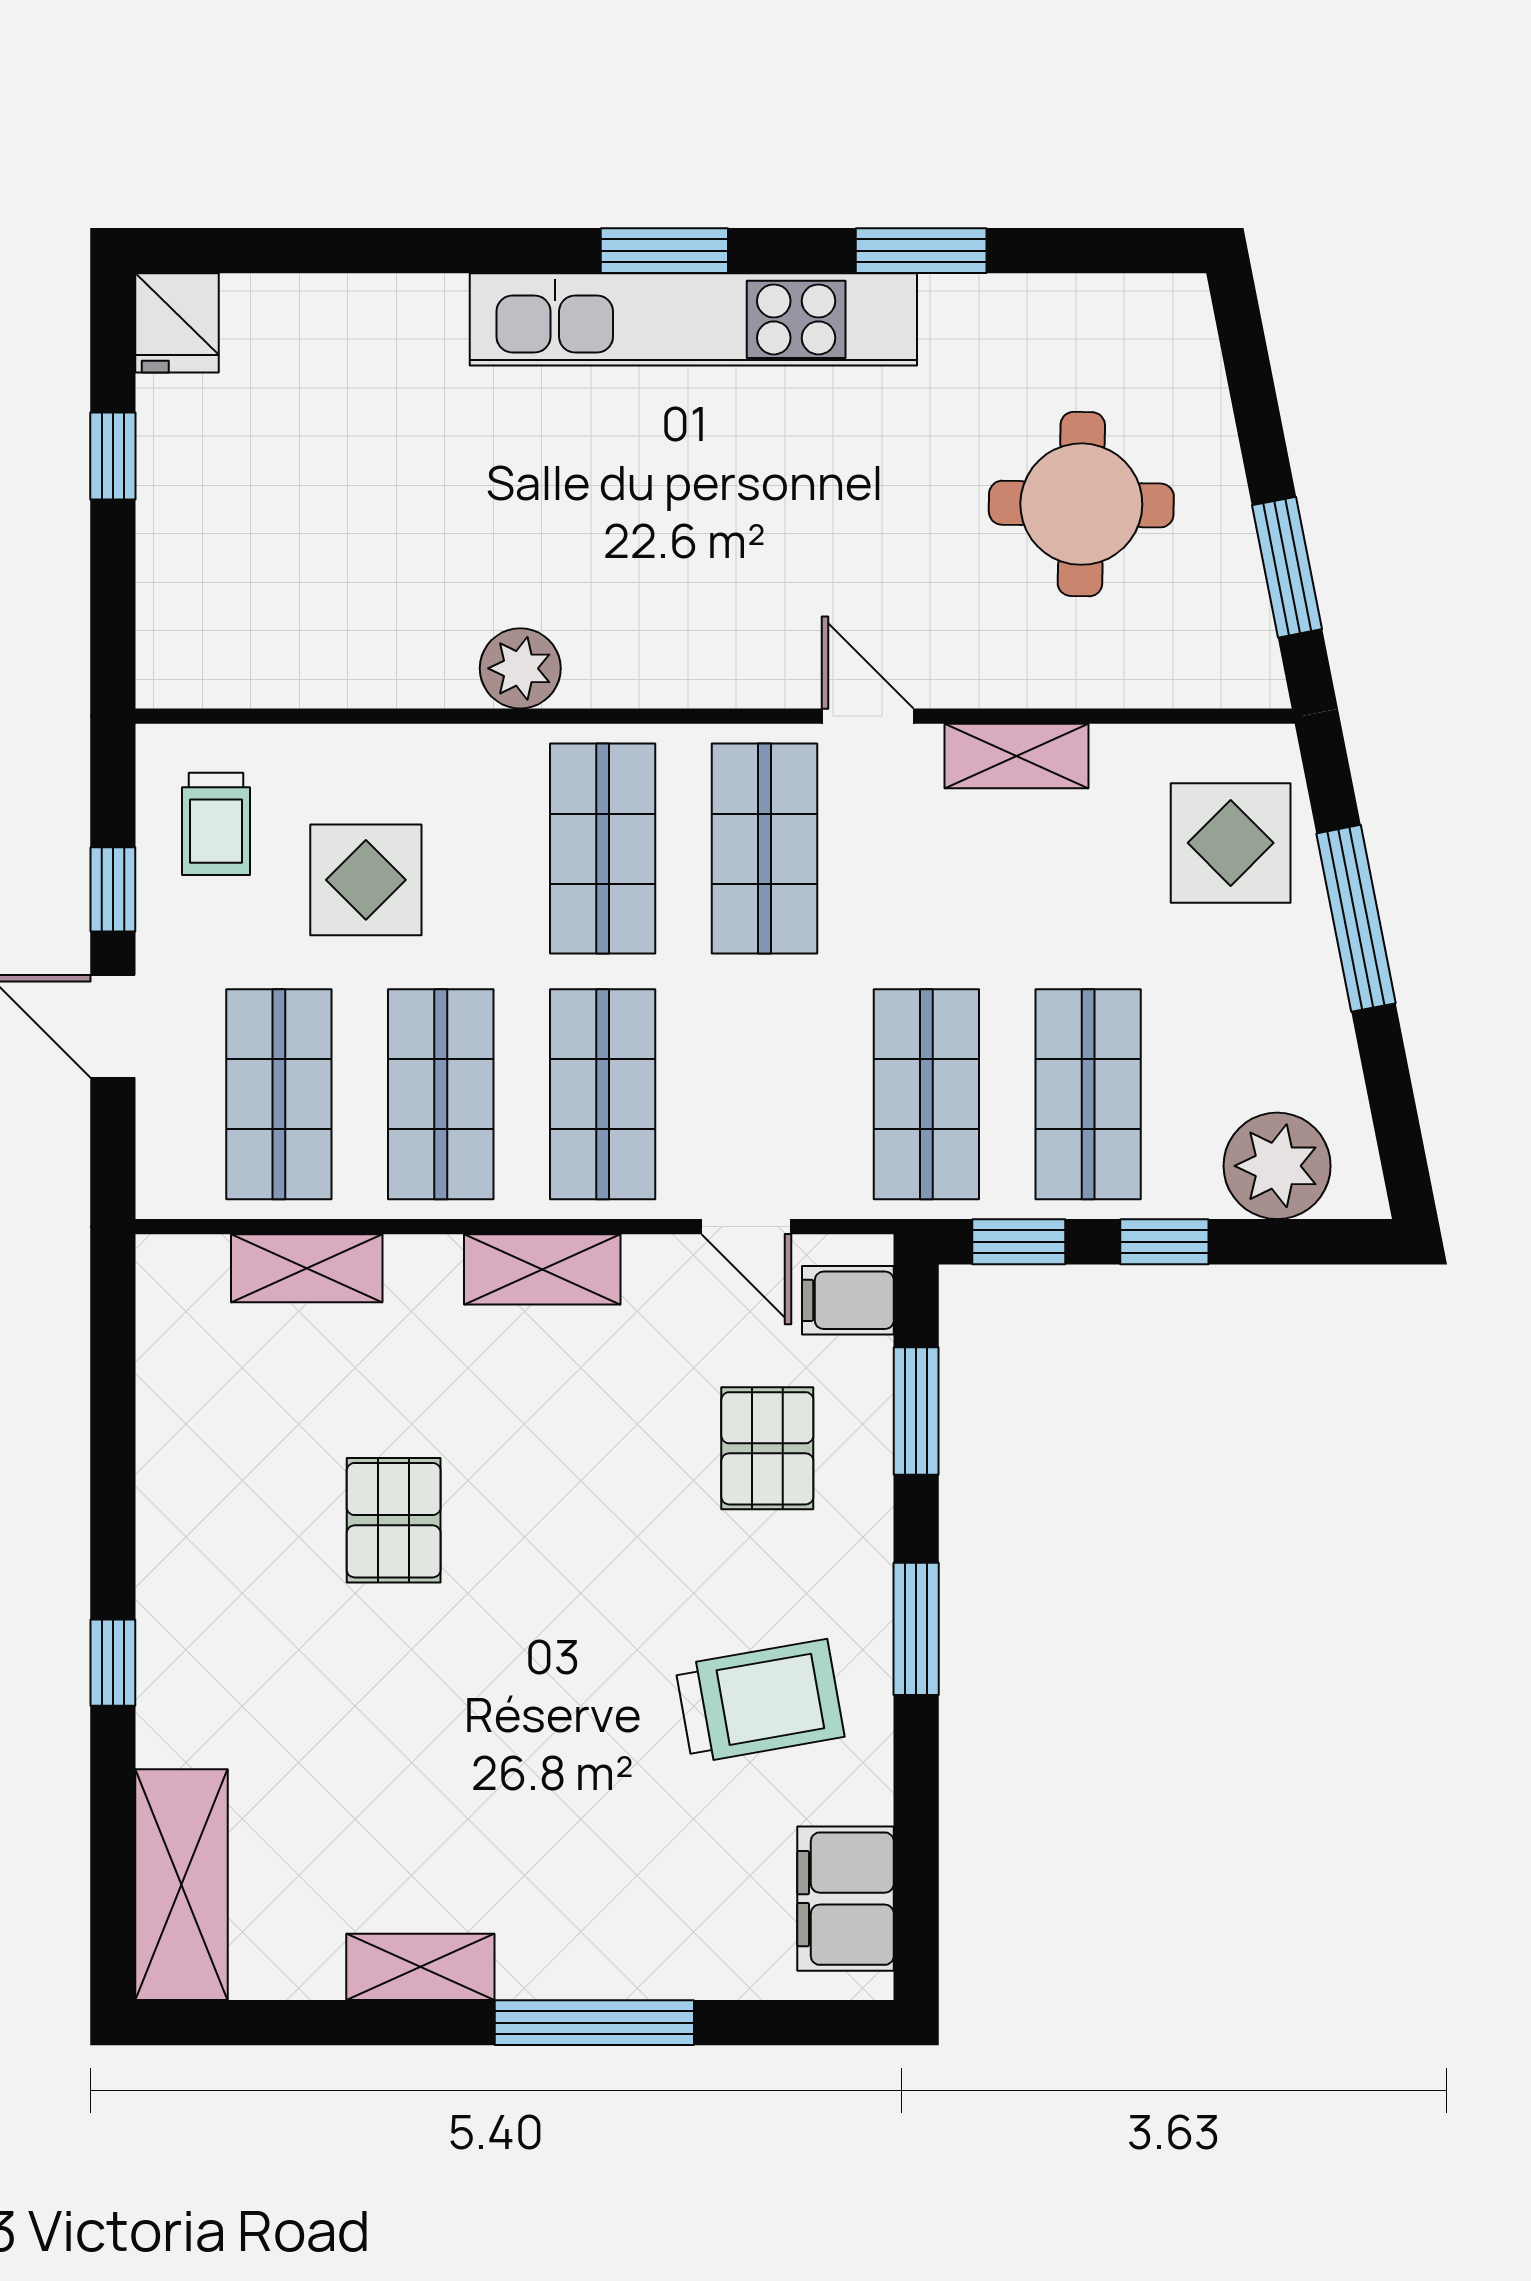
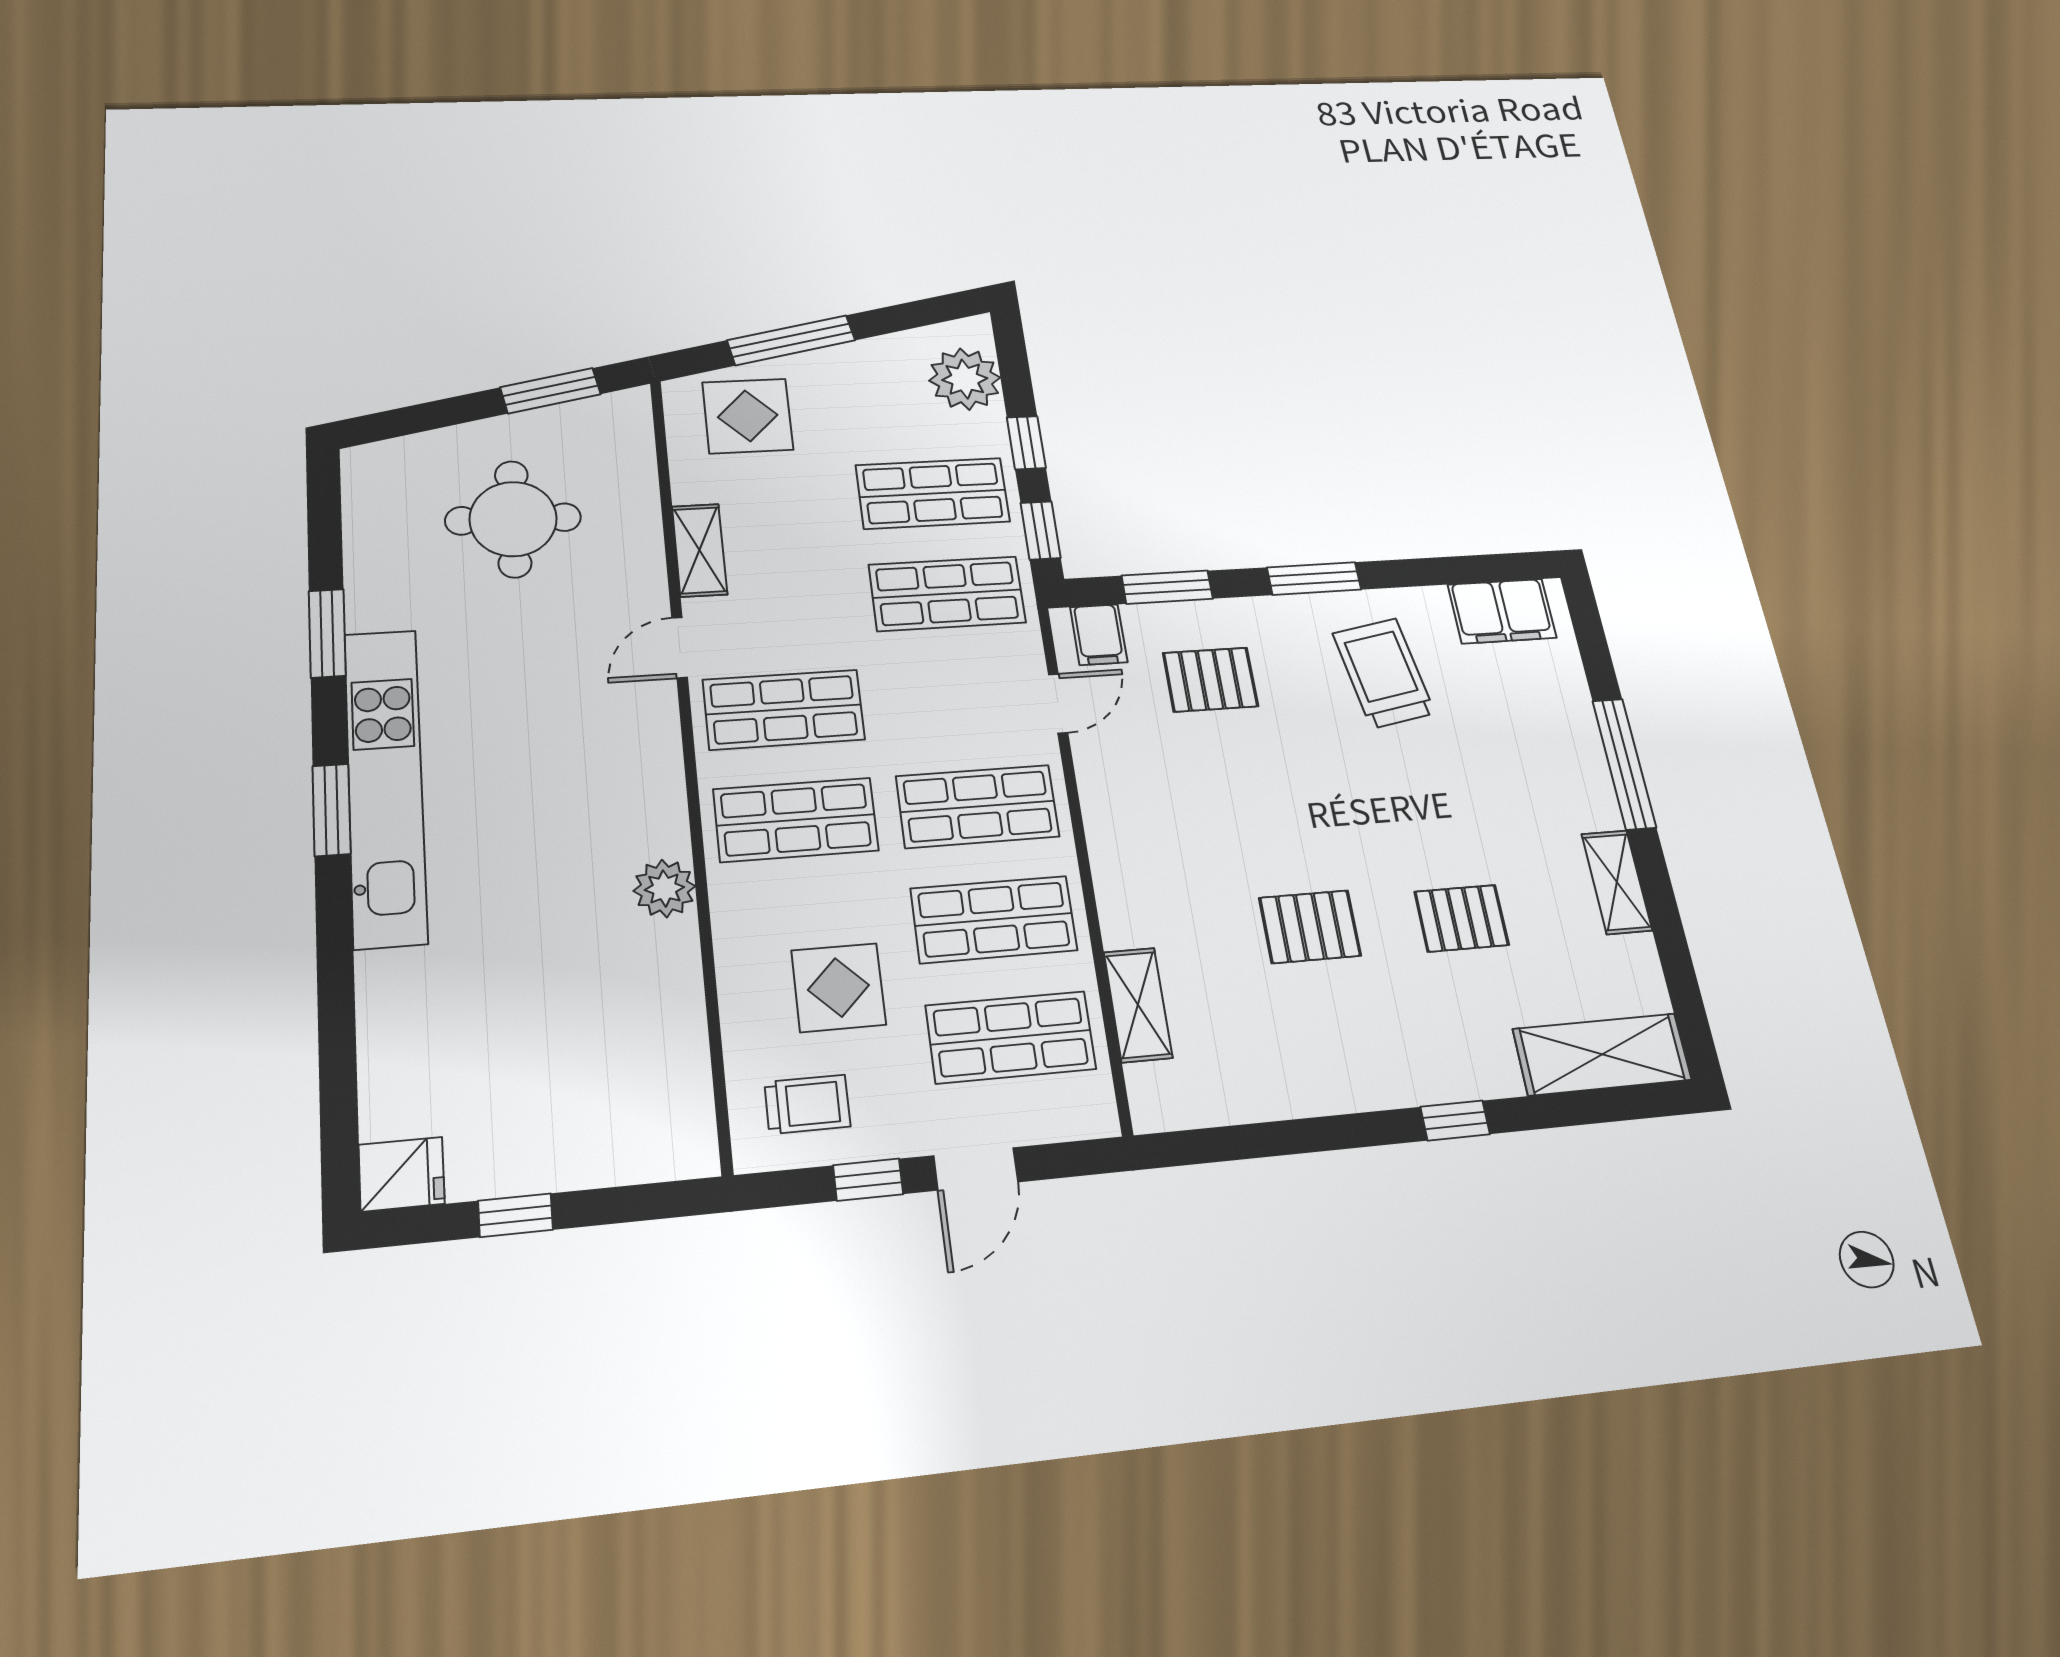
shelving: (542, 1269) -> (1111, 838), removed
pallet: (387, 1733) -> (1462, 918), added

